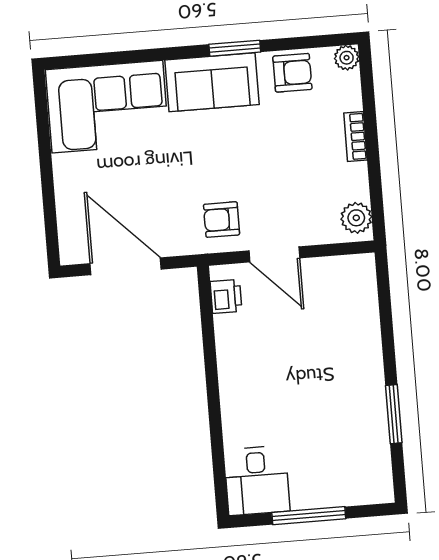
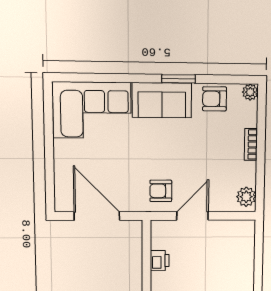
armchair: (292, 73) -> (215, 99), turned 180
door: (274, 254) -> (192, 216), swing flipped
printer: (226, 296) -> (160, 261), moved

